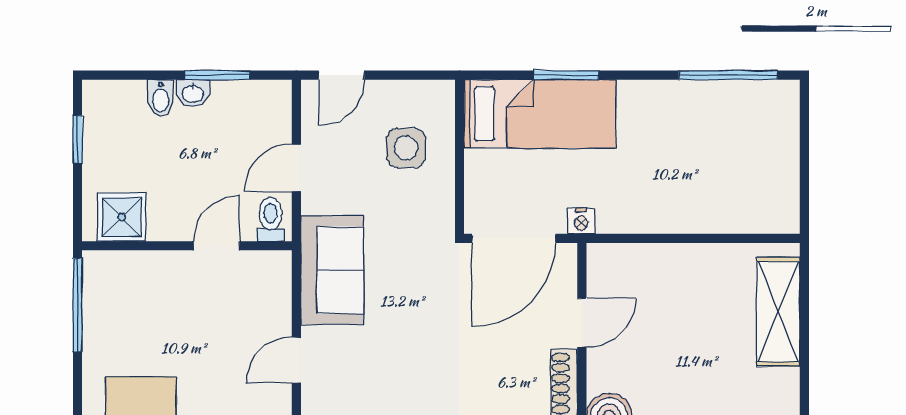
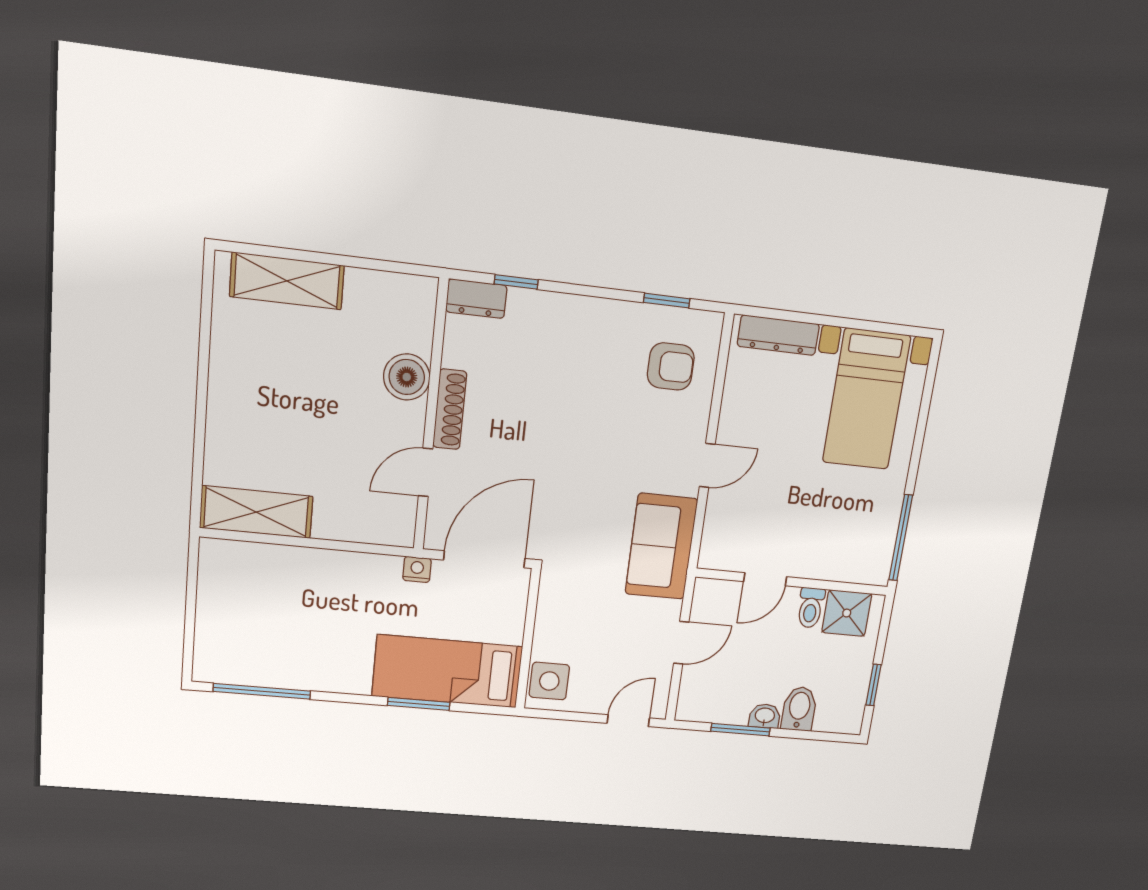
bidet: (161, 98) -> (799, 709), width x1.38, depth x1.36
side table: (406, 148) -> (549, 681), moved
toilet: (270, 219) -> (811, 608), moved
shelving: (778, 312) -> (256, 512), moved, turned 90

